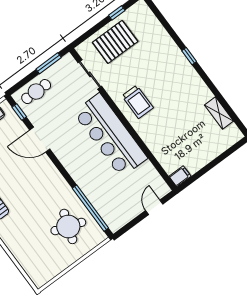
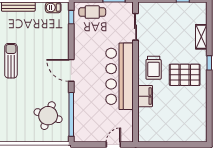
pallet: (115, 42) -> (185, 75), moved
shelving: (219, 113) -> (201, 37), moved
door: (40, 140) -> (71, 70), moved
filing cabinet: (180, 176) -> (145, 96), moved, width x2.00

